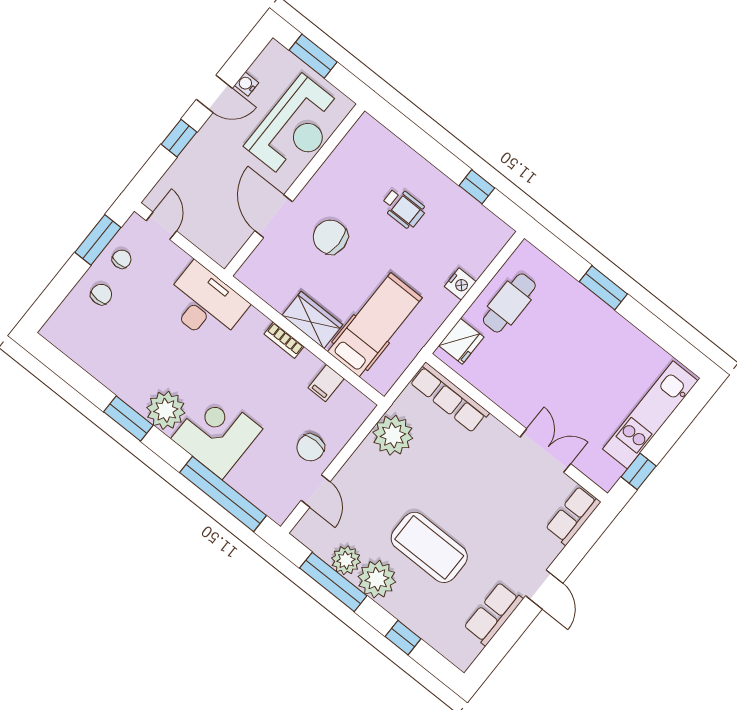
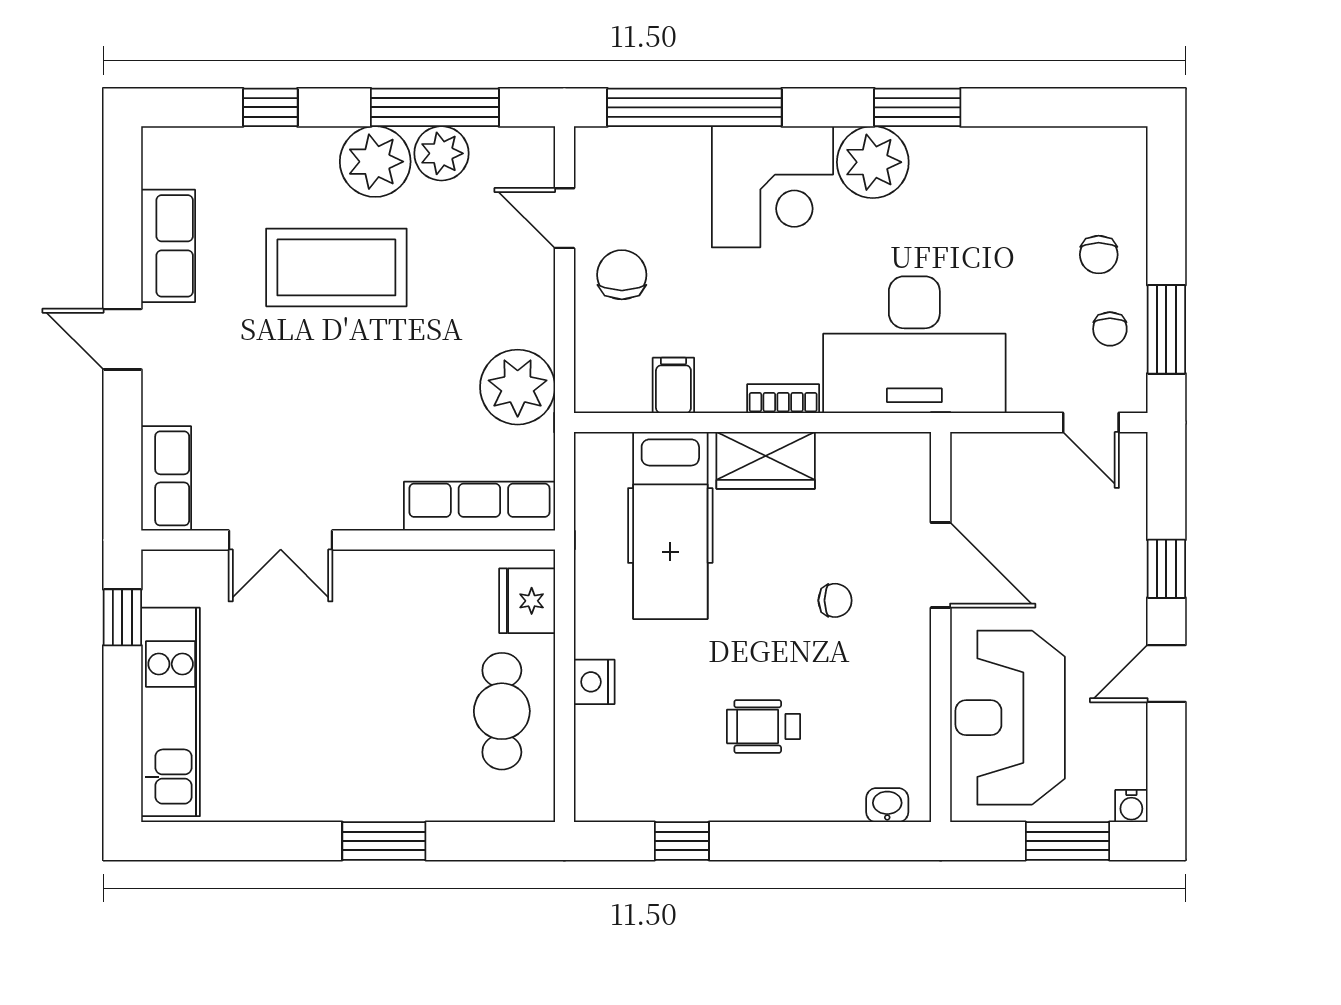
water cooler: (247, 84) -> (1131, 806), moved, turned 90
washbasin: (378, 132) -> (887, 805), added
chair: (330, 237) -> (835, 600), width x0.54, depth x0.54
desk: (205, 304) -> (914, 345), width x1.36, depth x1.30

